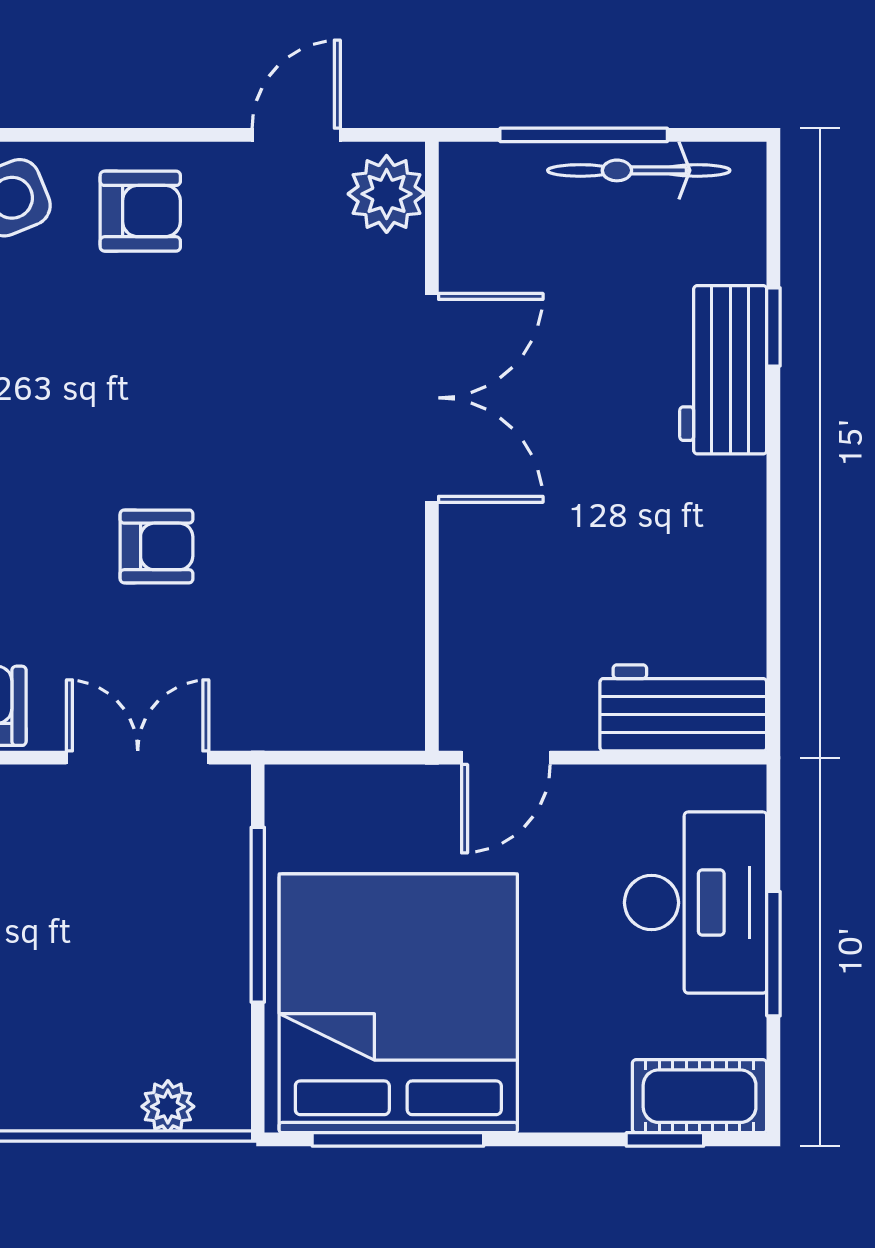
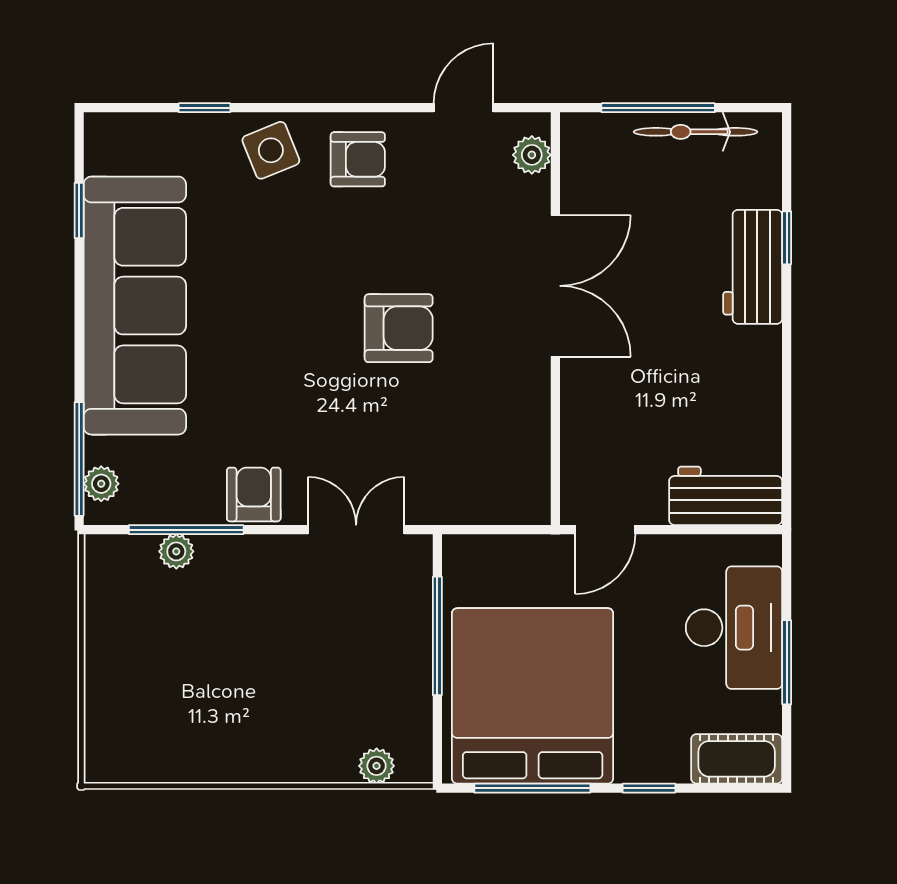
plant: (387, 194) -> (532, 155), width x0.73, depth x0.73
armchair: (157, 546) -> (399, 328), moved, width x1.38, depth x1.38
window: (665, 1139) -> (649, 788), moved

